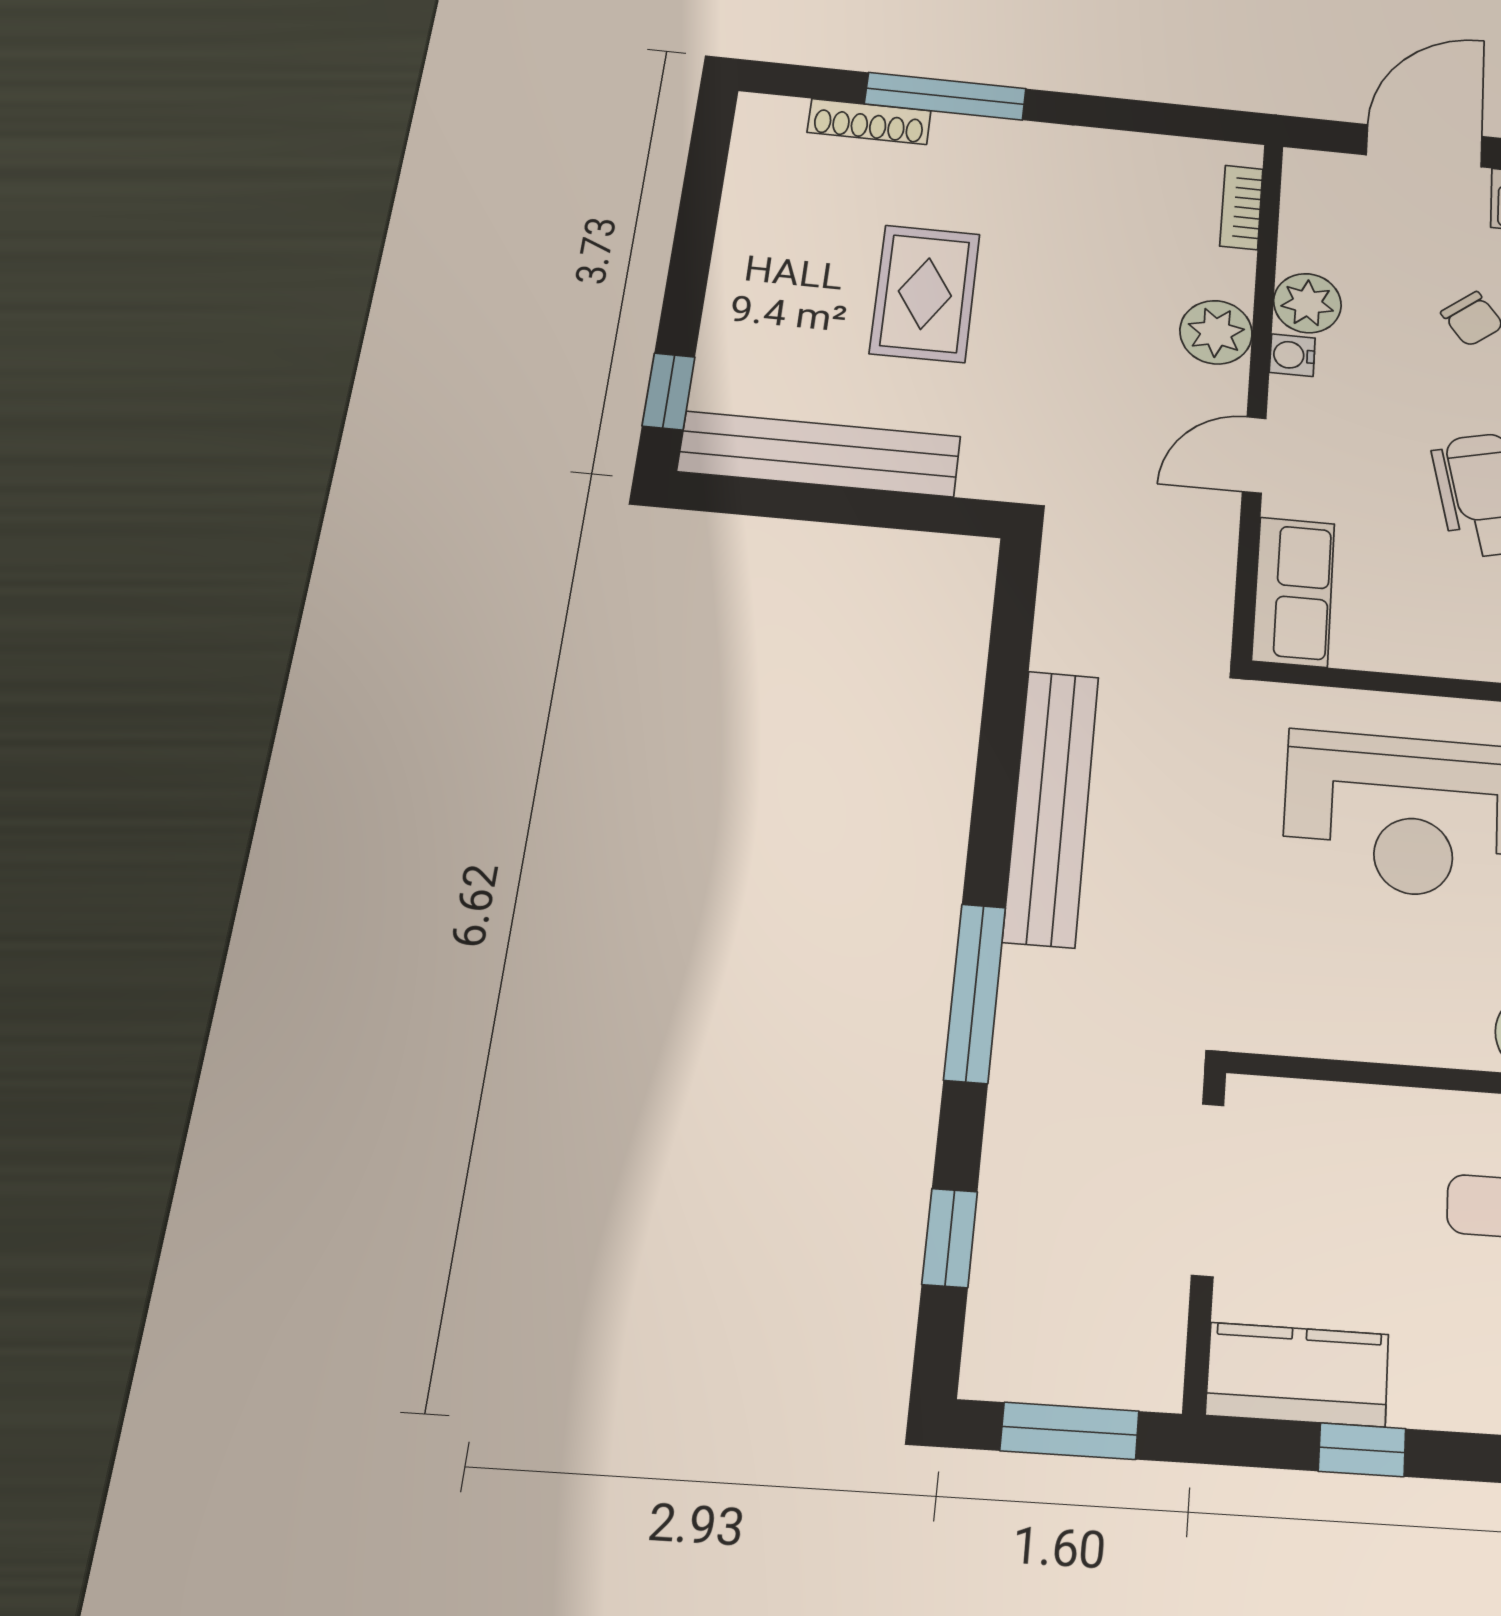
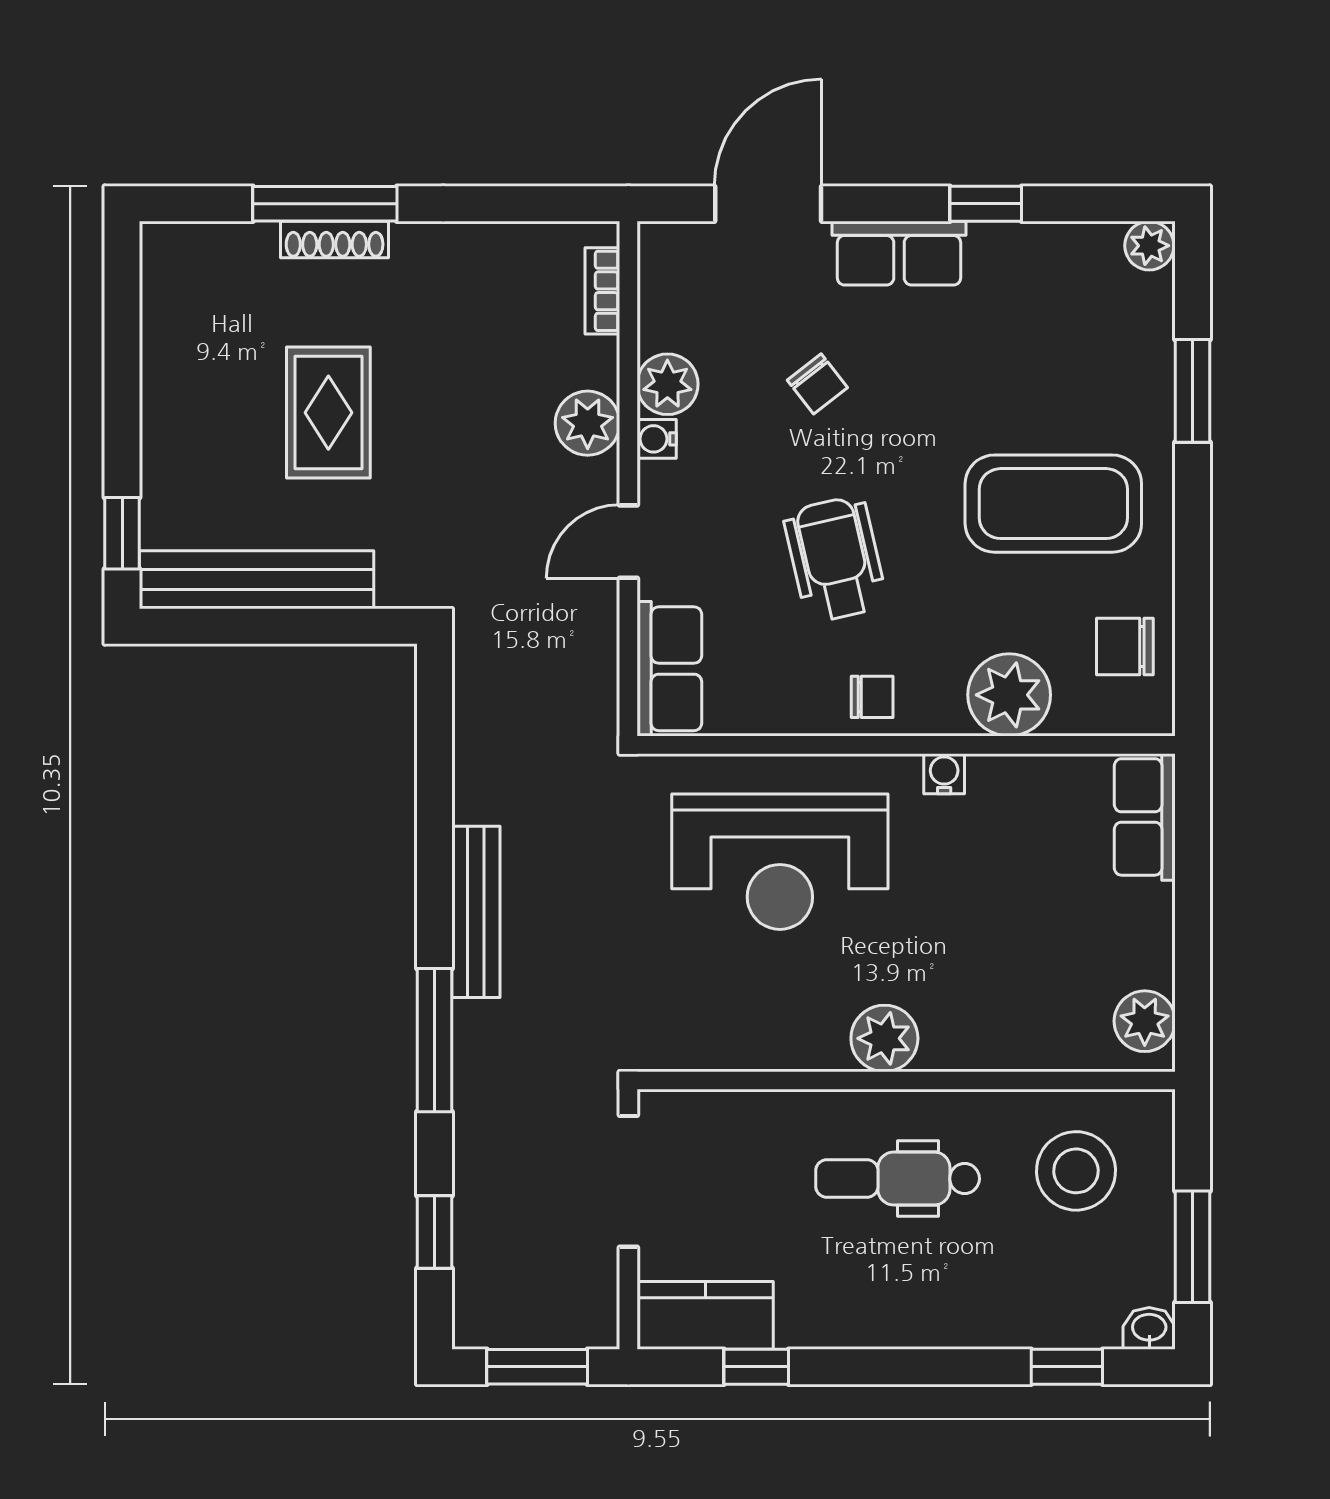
shoe rack: (869, 122) -> (335, 240), moved
bench: (1051, 807) -> (476, 912), width x0.73, depth x0.82

